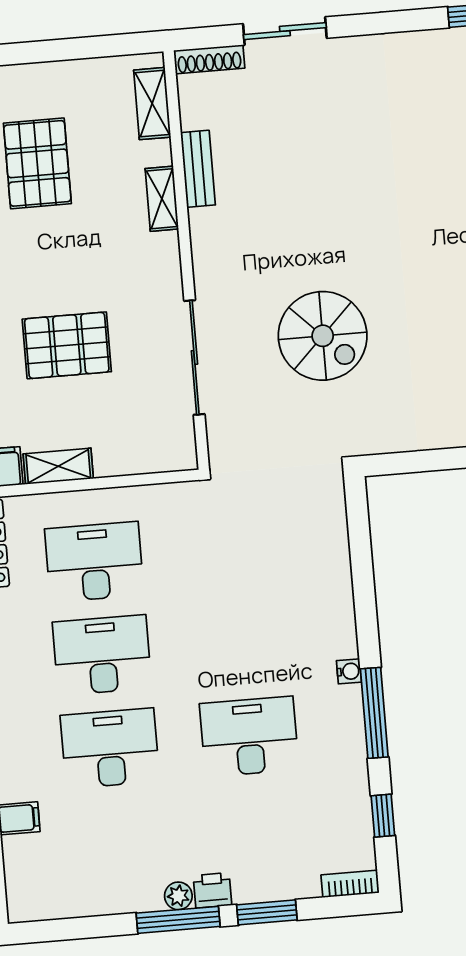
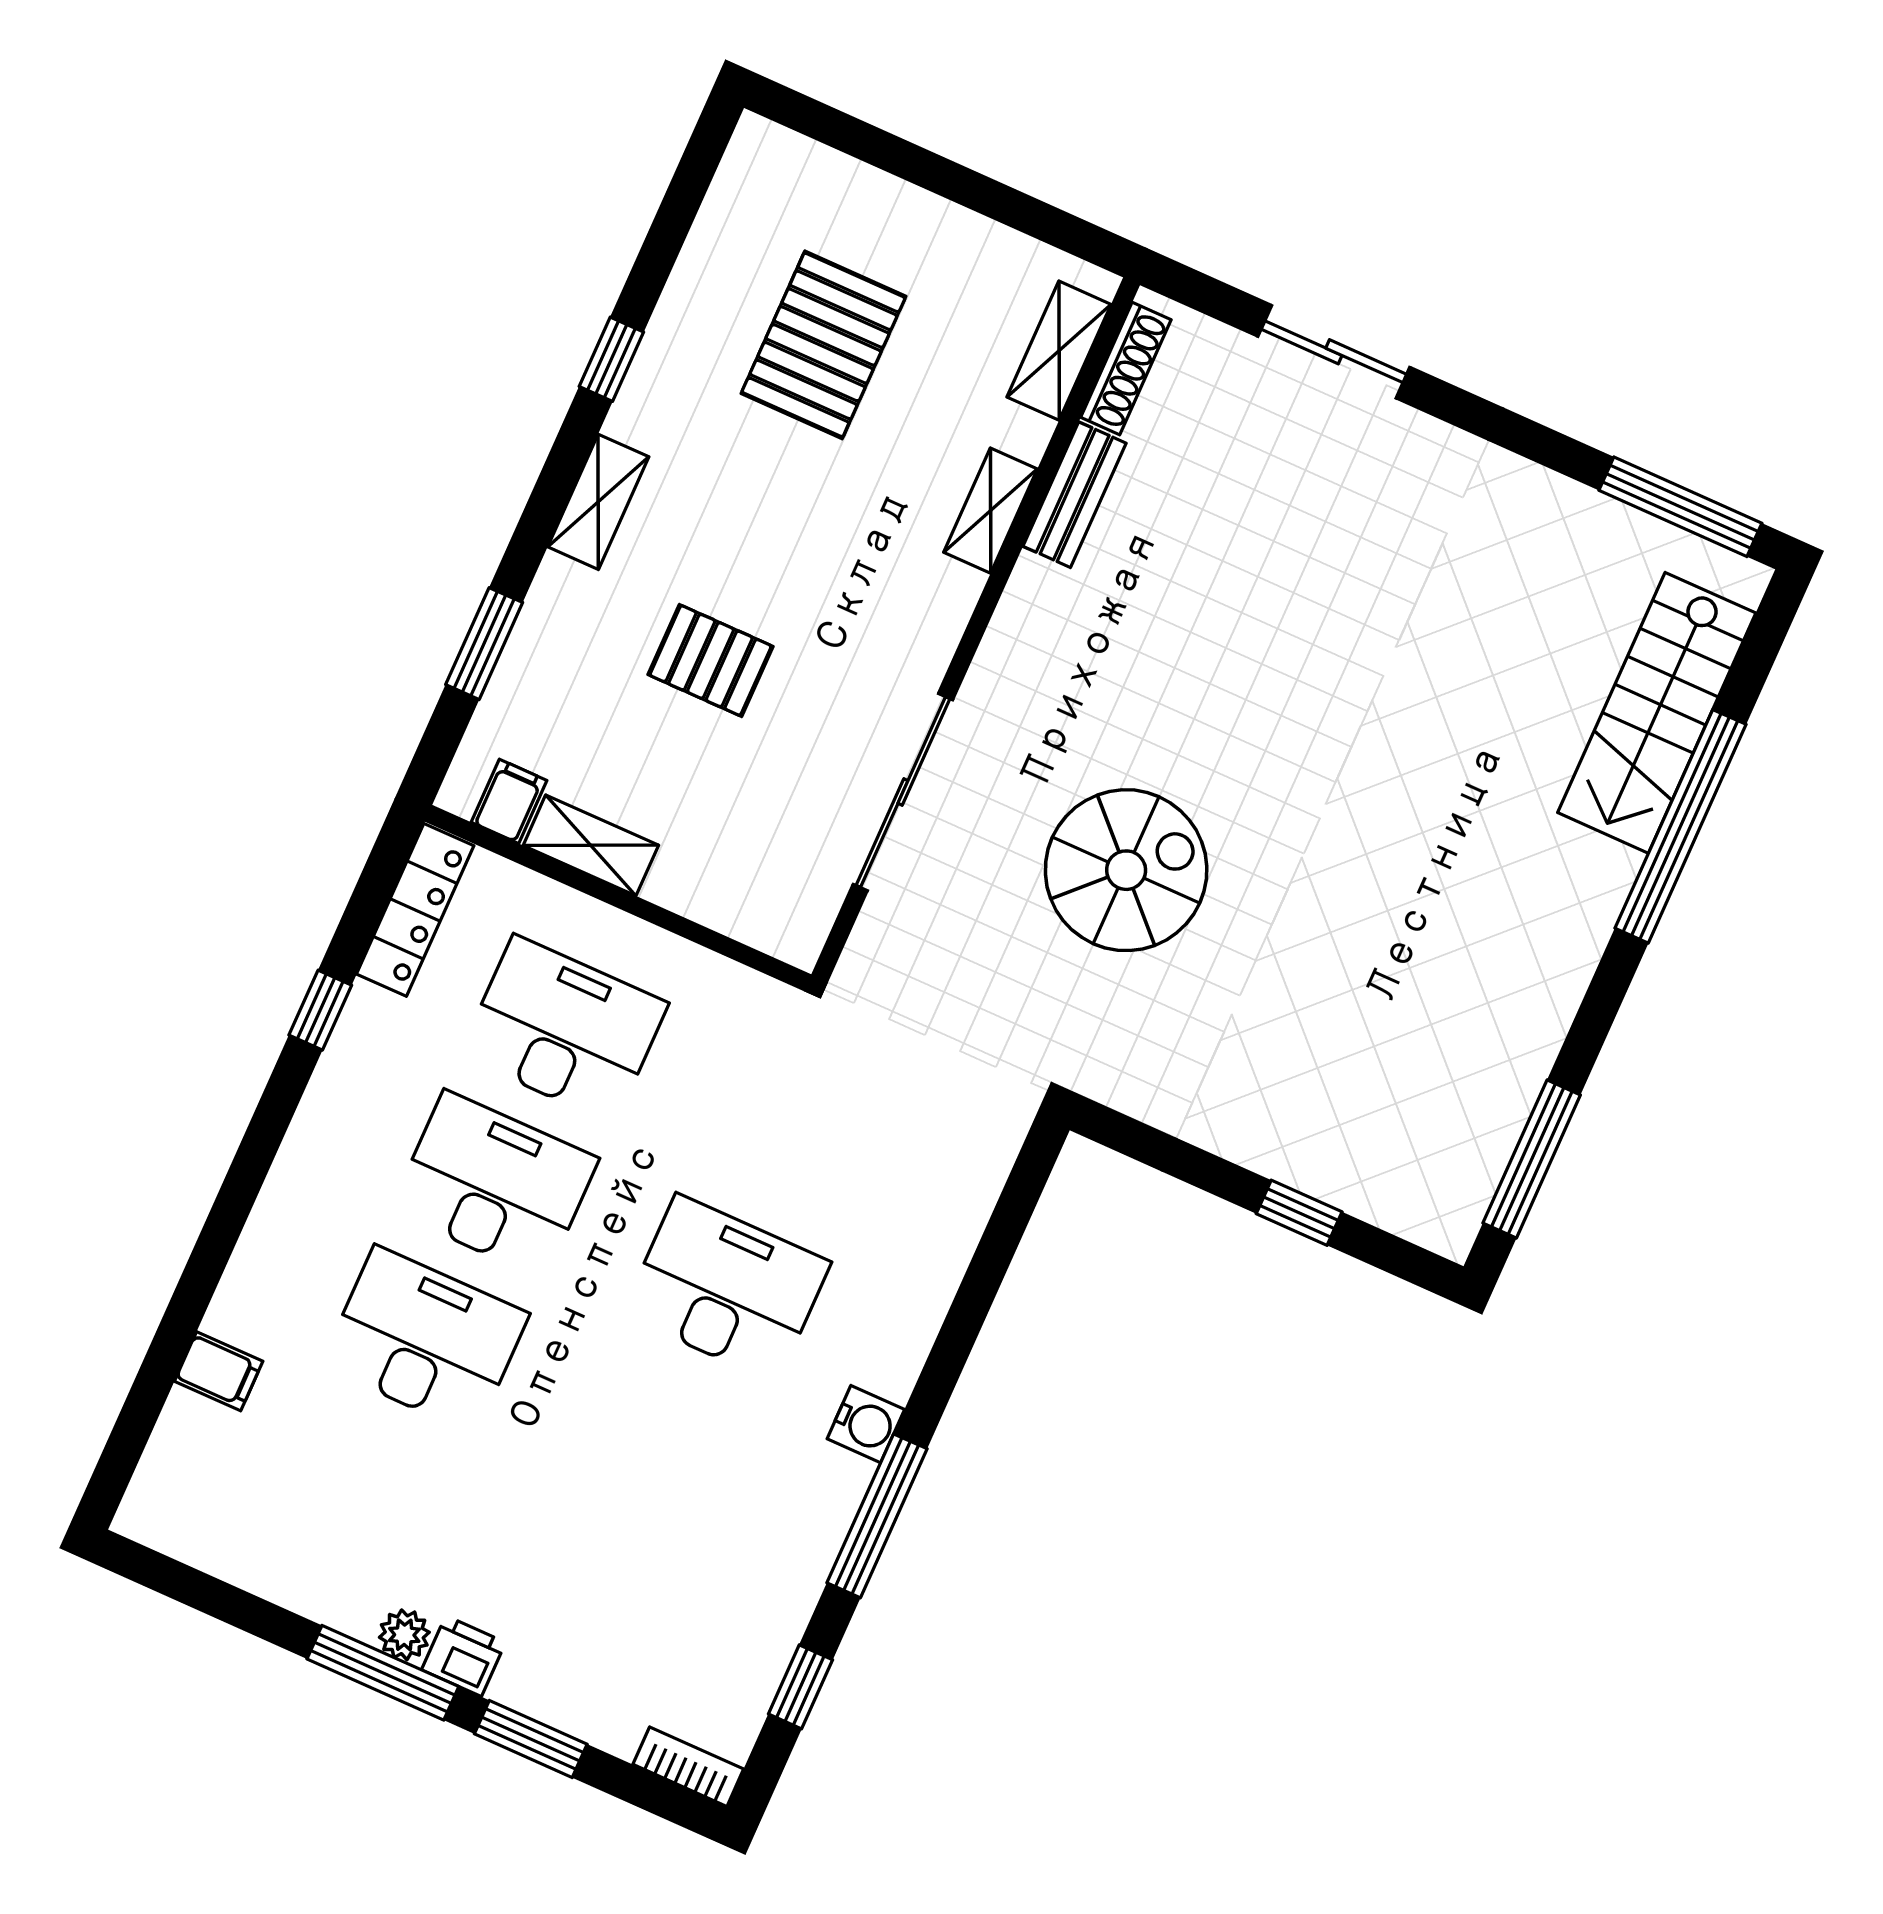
shoe rack: (209, 59) -> (1126, 368), moved, turned -90
spiral stairs: (323, 336) -> (1126, 870), turned -90
pallet: (67, 345) -> (711, 660), width x0.67, depth x0.71
water cooler: (349, 671) -> (866, 1424), width x1.38, depth x1.38
desk: (249, 737) -> (726, 1288), moved

